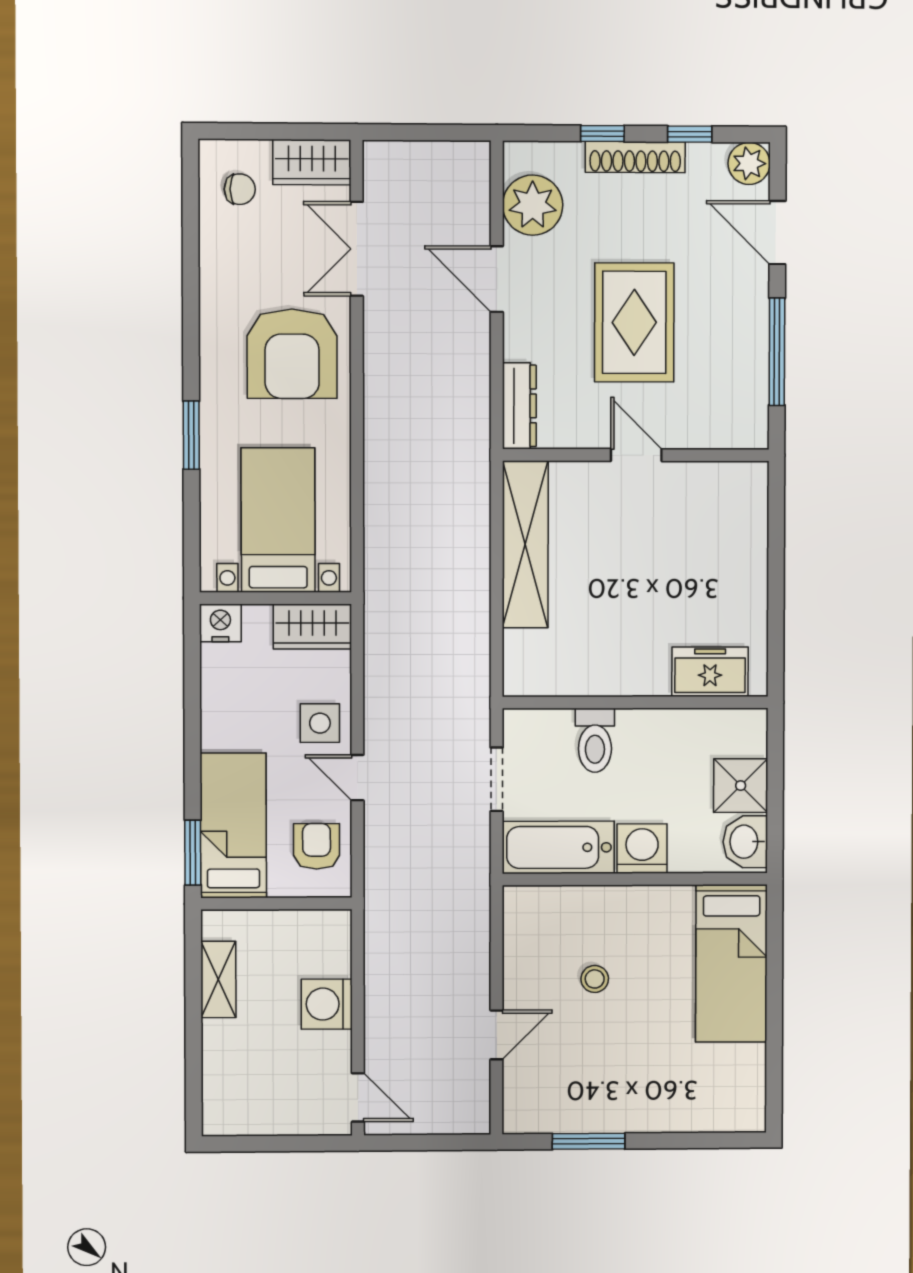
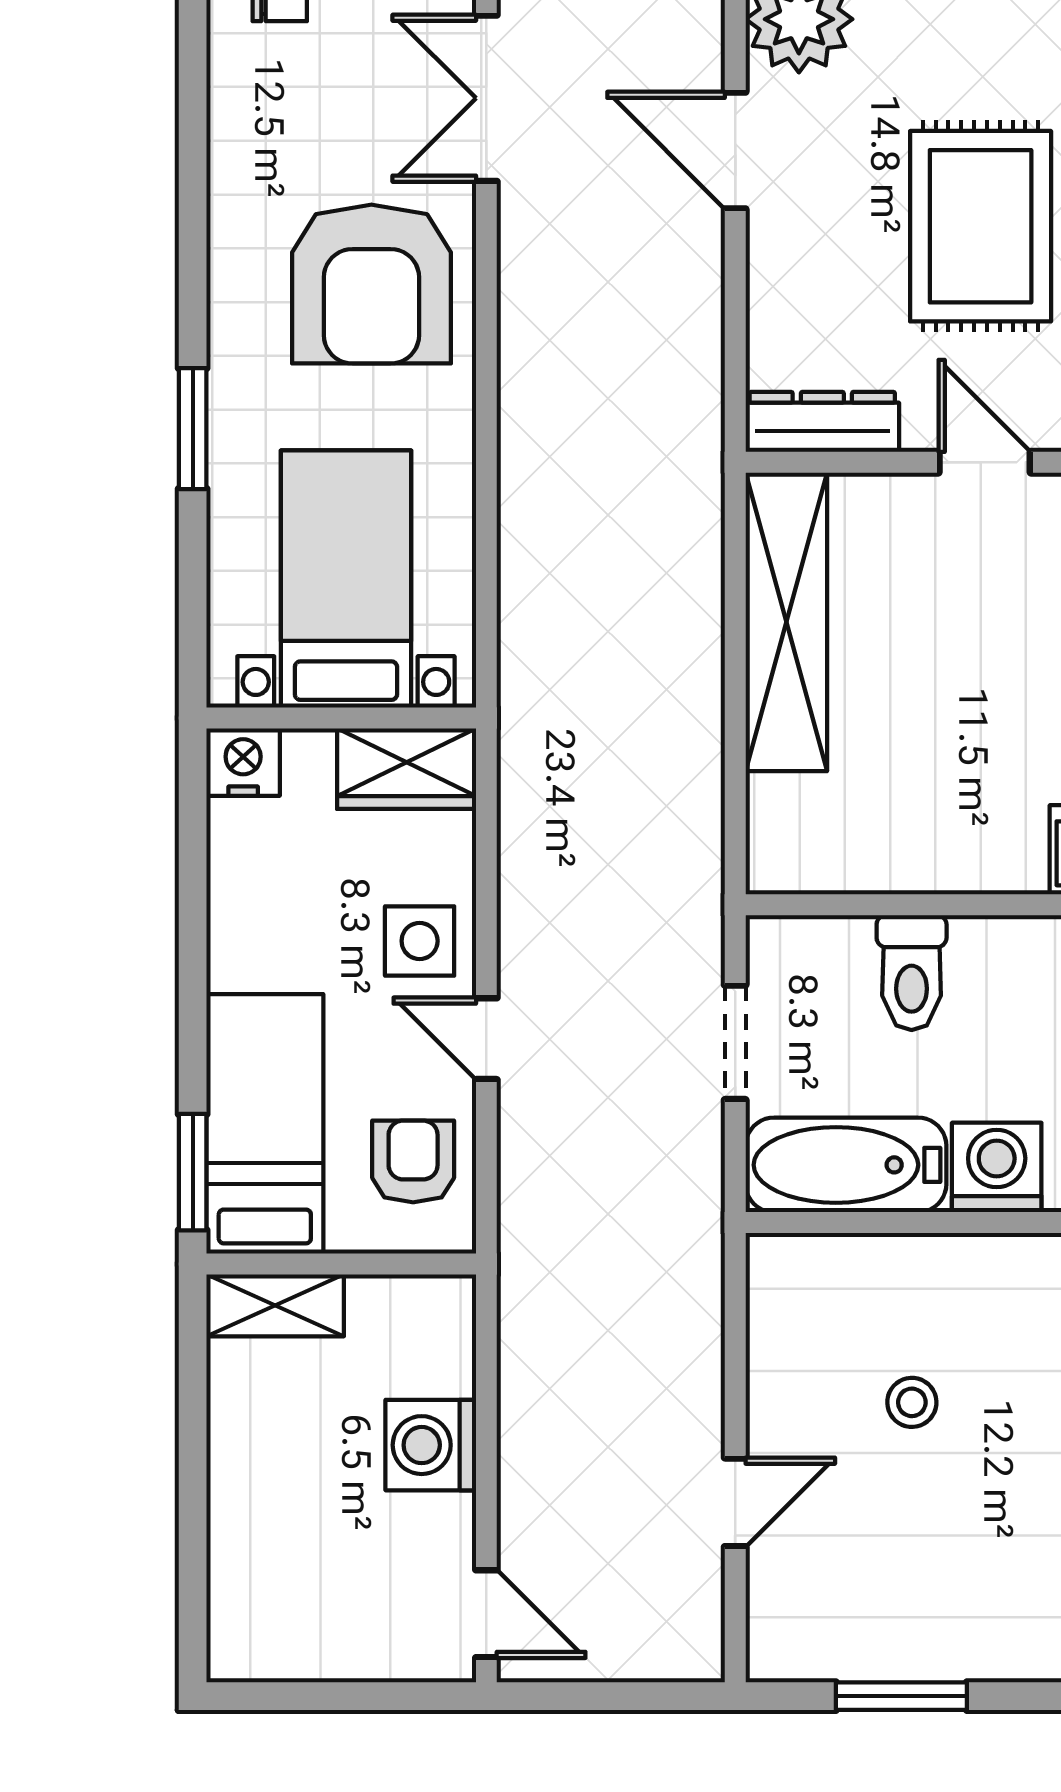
dresser: (519, 406) -> (822, 422), moved, turned -90
shelving: (218, 979) -> (275, 1305), moved, turned 90

